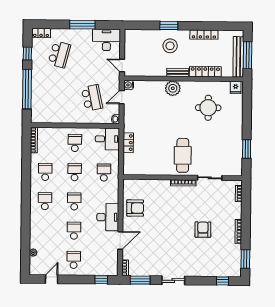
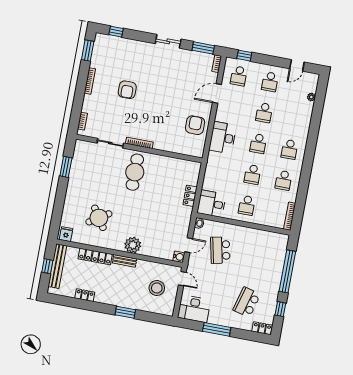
locker: (204, 35) -> (85, 295), width x0.66
stool: (170, 46) -> (157, 288), moved
window: (248, 55) -> (47, 266), width x0.46
round table: (208, 108) -> (99, 218), turned -33
school desk: (104, 172) -> (239, 76), moved
armchair: (135, 208) -> (195, 125), turned 90
desk: (108, 217) -> (223, 138), moved

